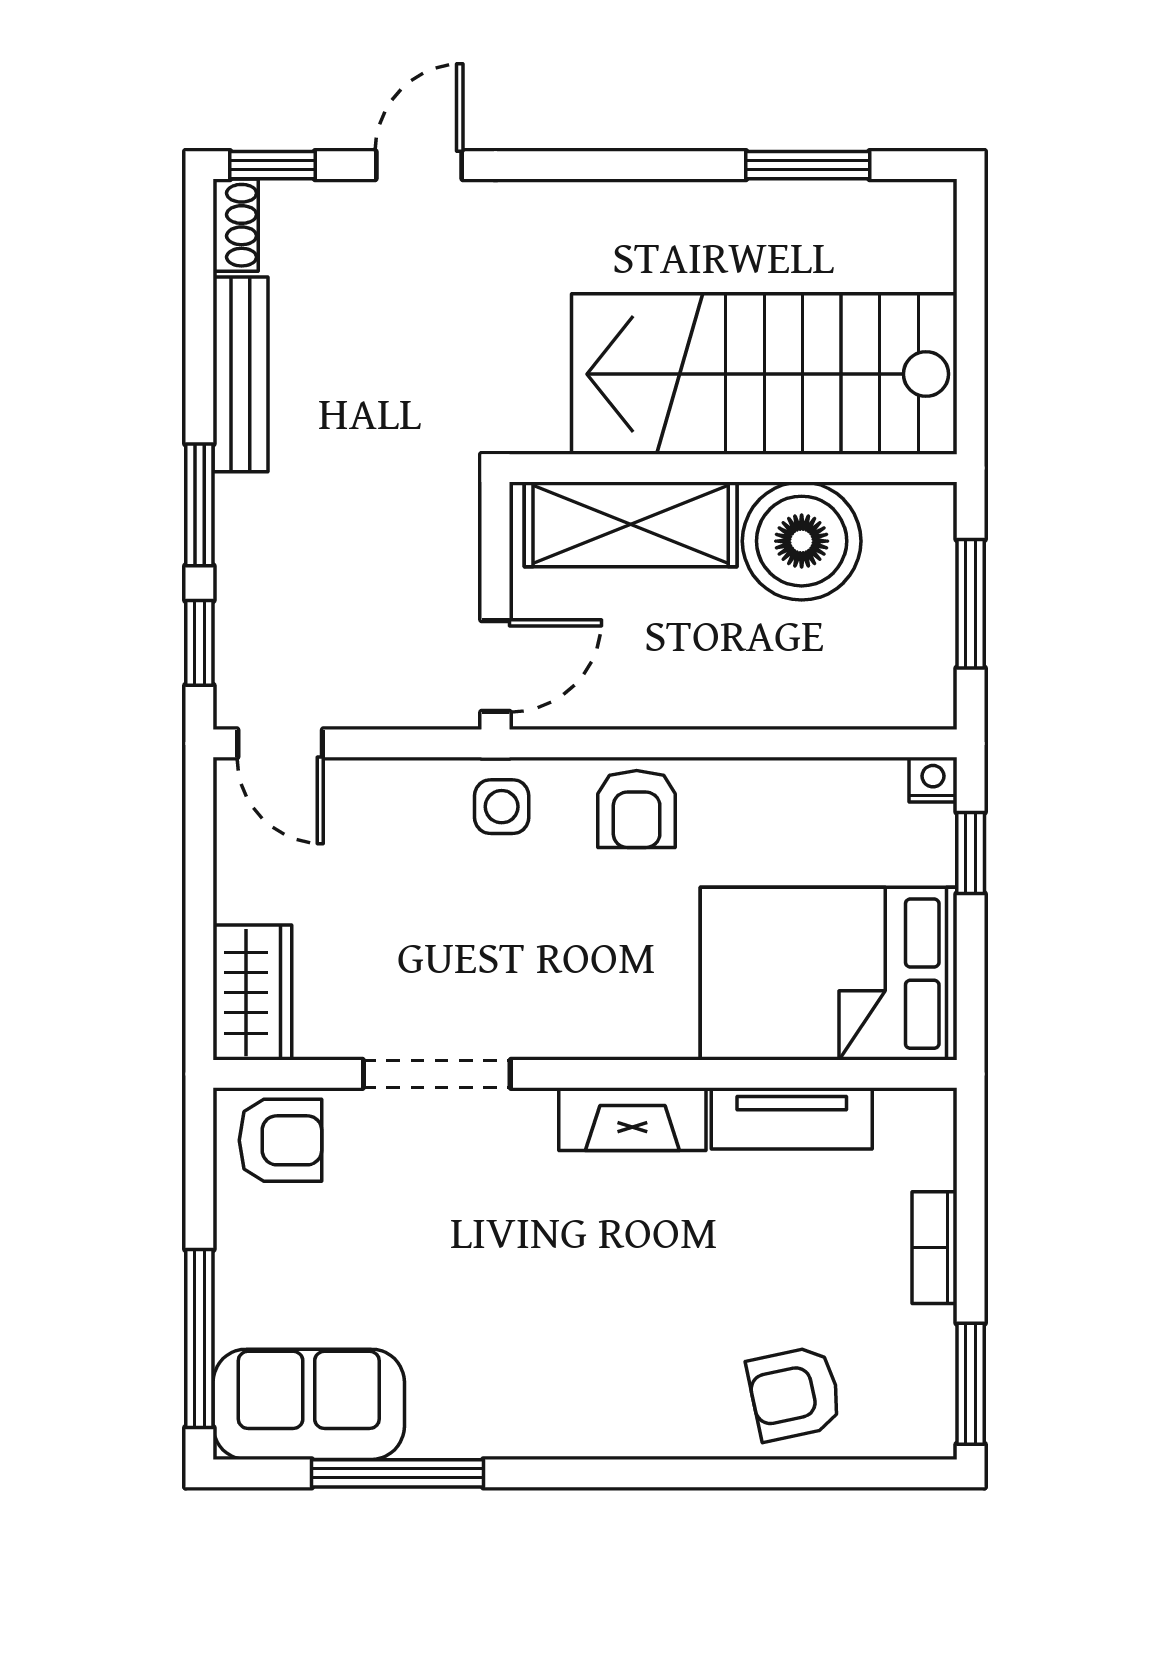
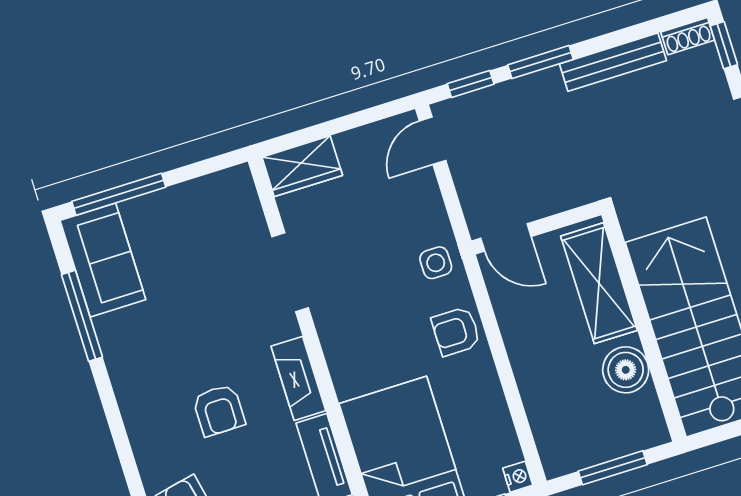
boiler: (802, 541) -> (626, 370), width x0.73, depth x0.73
armchair: (280, 1140) -> (219, 410), moved

